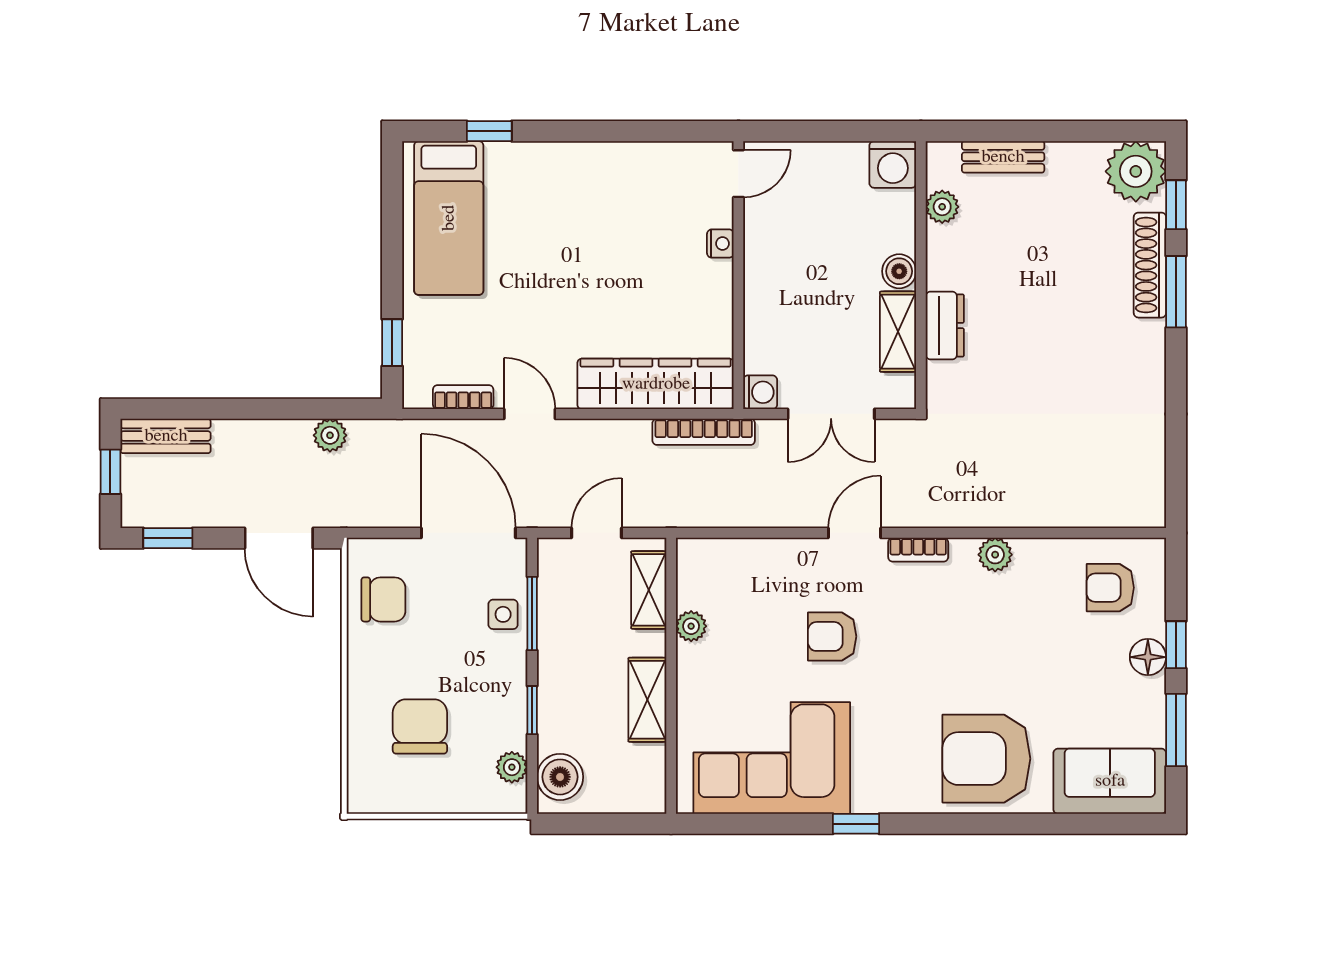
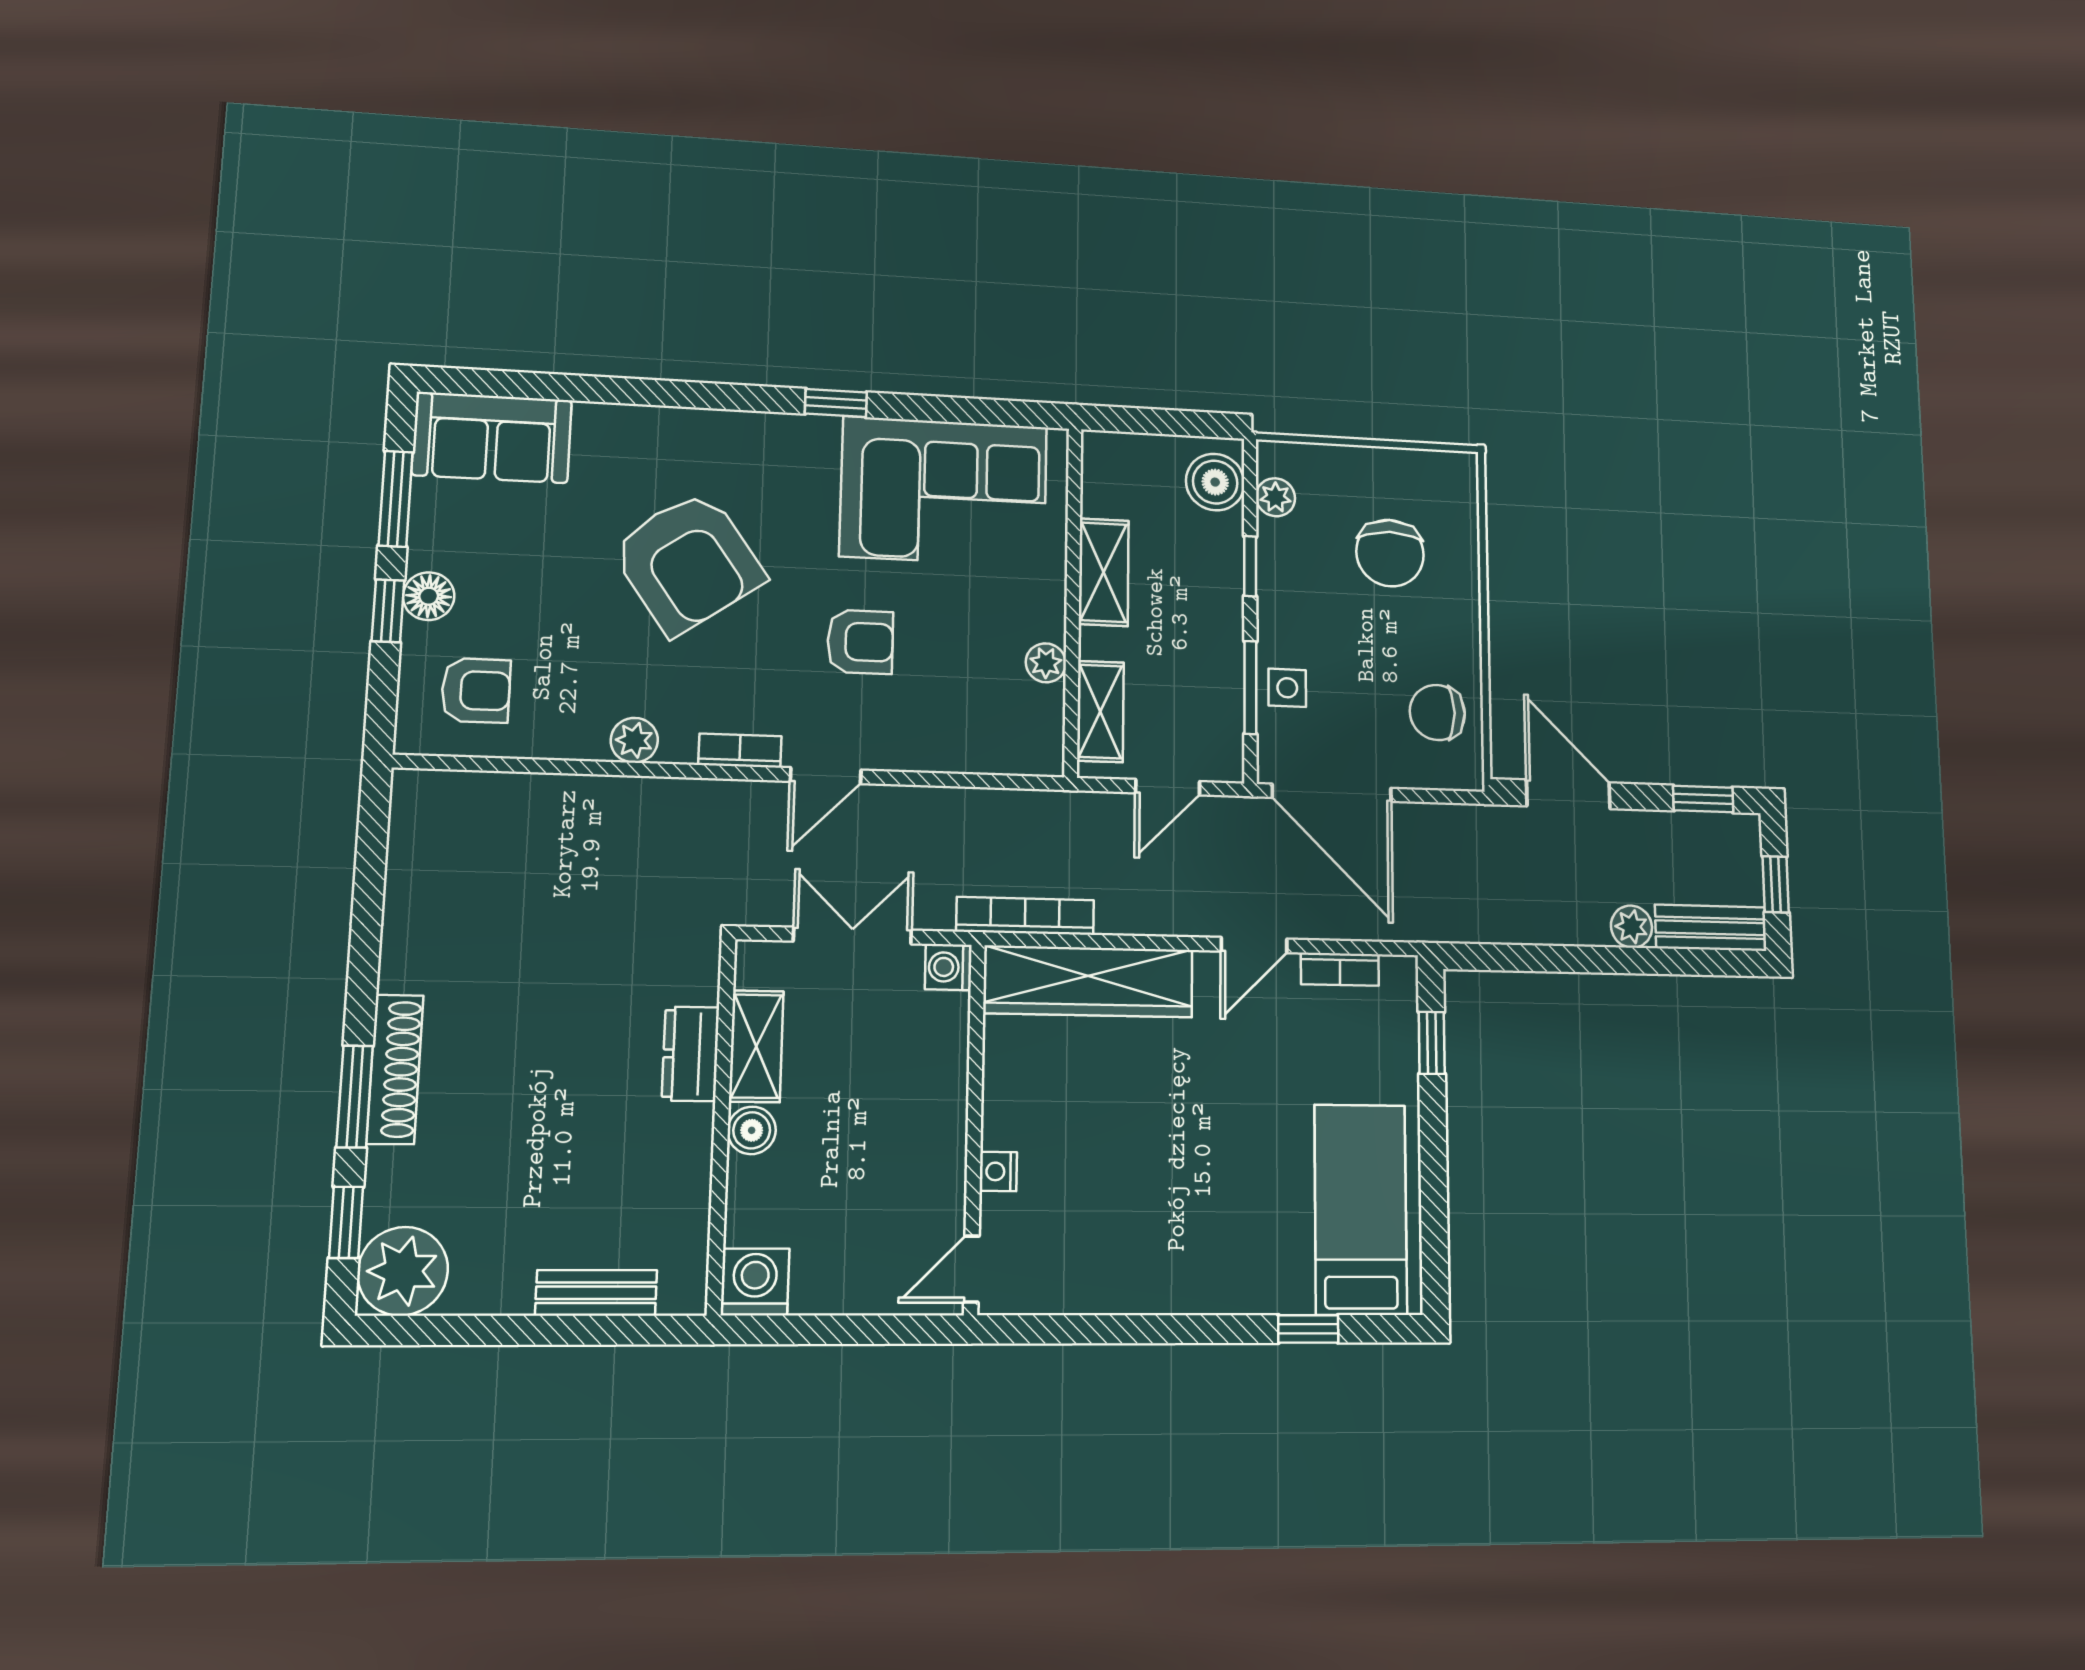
plant: (942, 207) -> (687, 1221), removed
shoe rack: (1150, 265) -> (395, 1069), moved
door: (530, 414) -> (1254, 945), hinge flipped
plant: (330, 435) -> (1631, 927), moved
armchair: (986, 759) -> (688, 562), moved, turned 55

